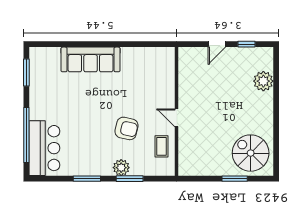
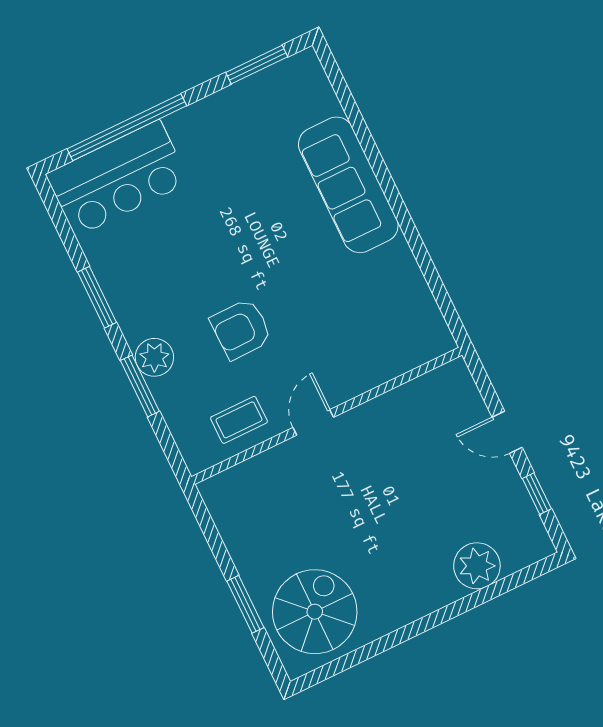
armchair: (127, 128) -> (241, 329), turned 76

